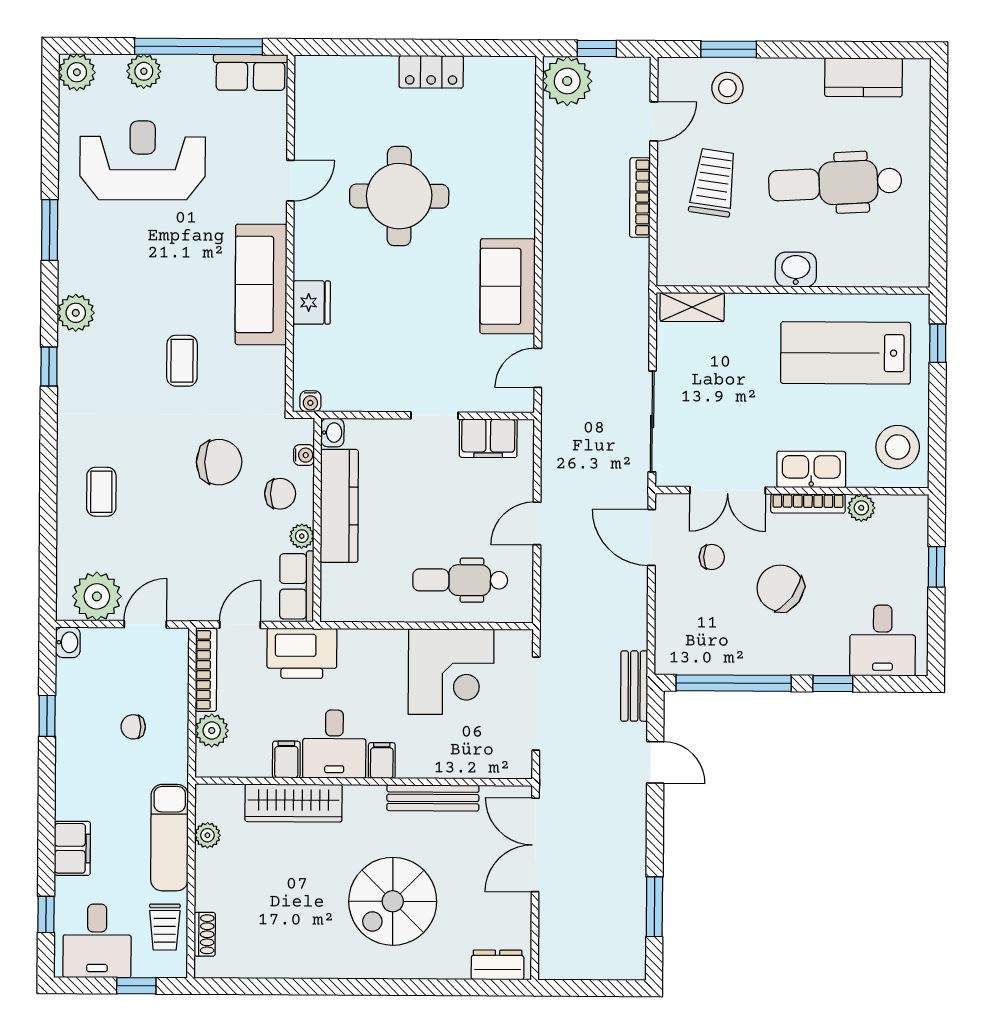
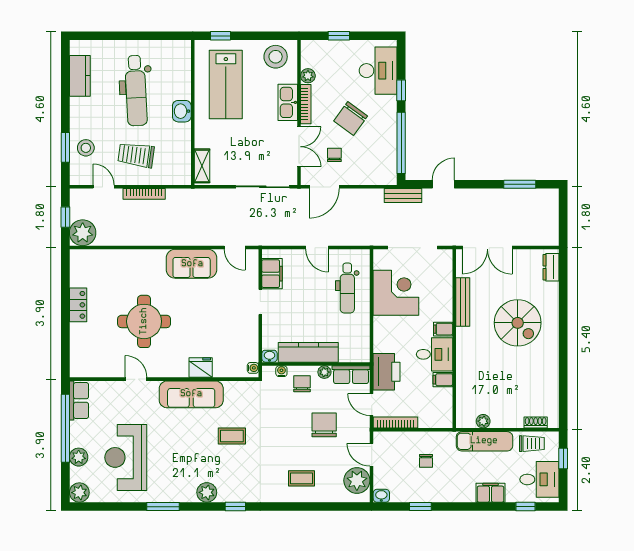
chair: (219, 462) -> (324, 425), moved
desk: (883, 641) -> (378, 71), width x1.37
plant: (212, 731) -> (428, 419), removed
wardrobe: (294, 803) -> (466, 376), removed

